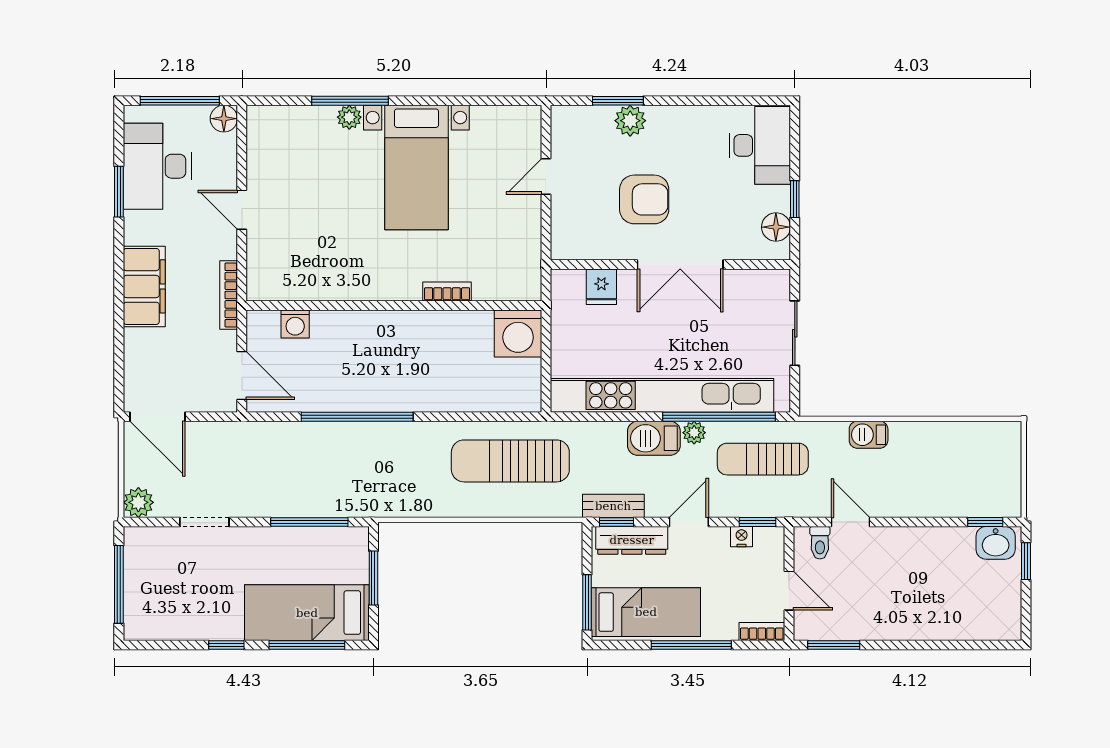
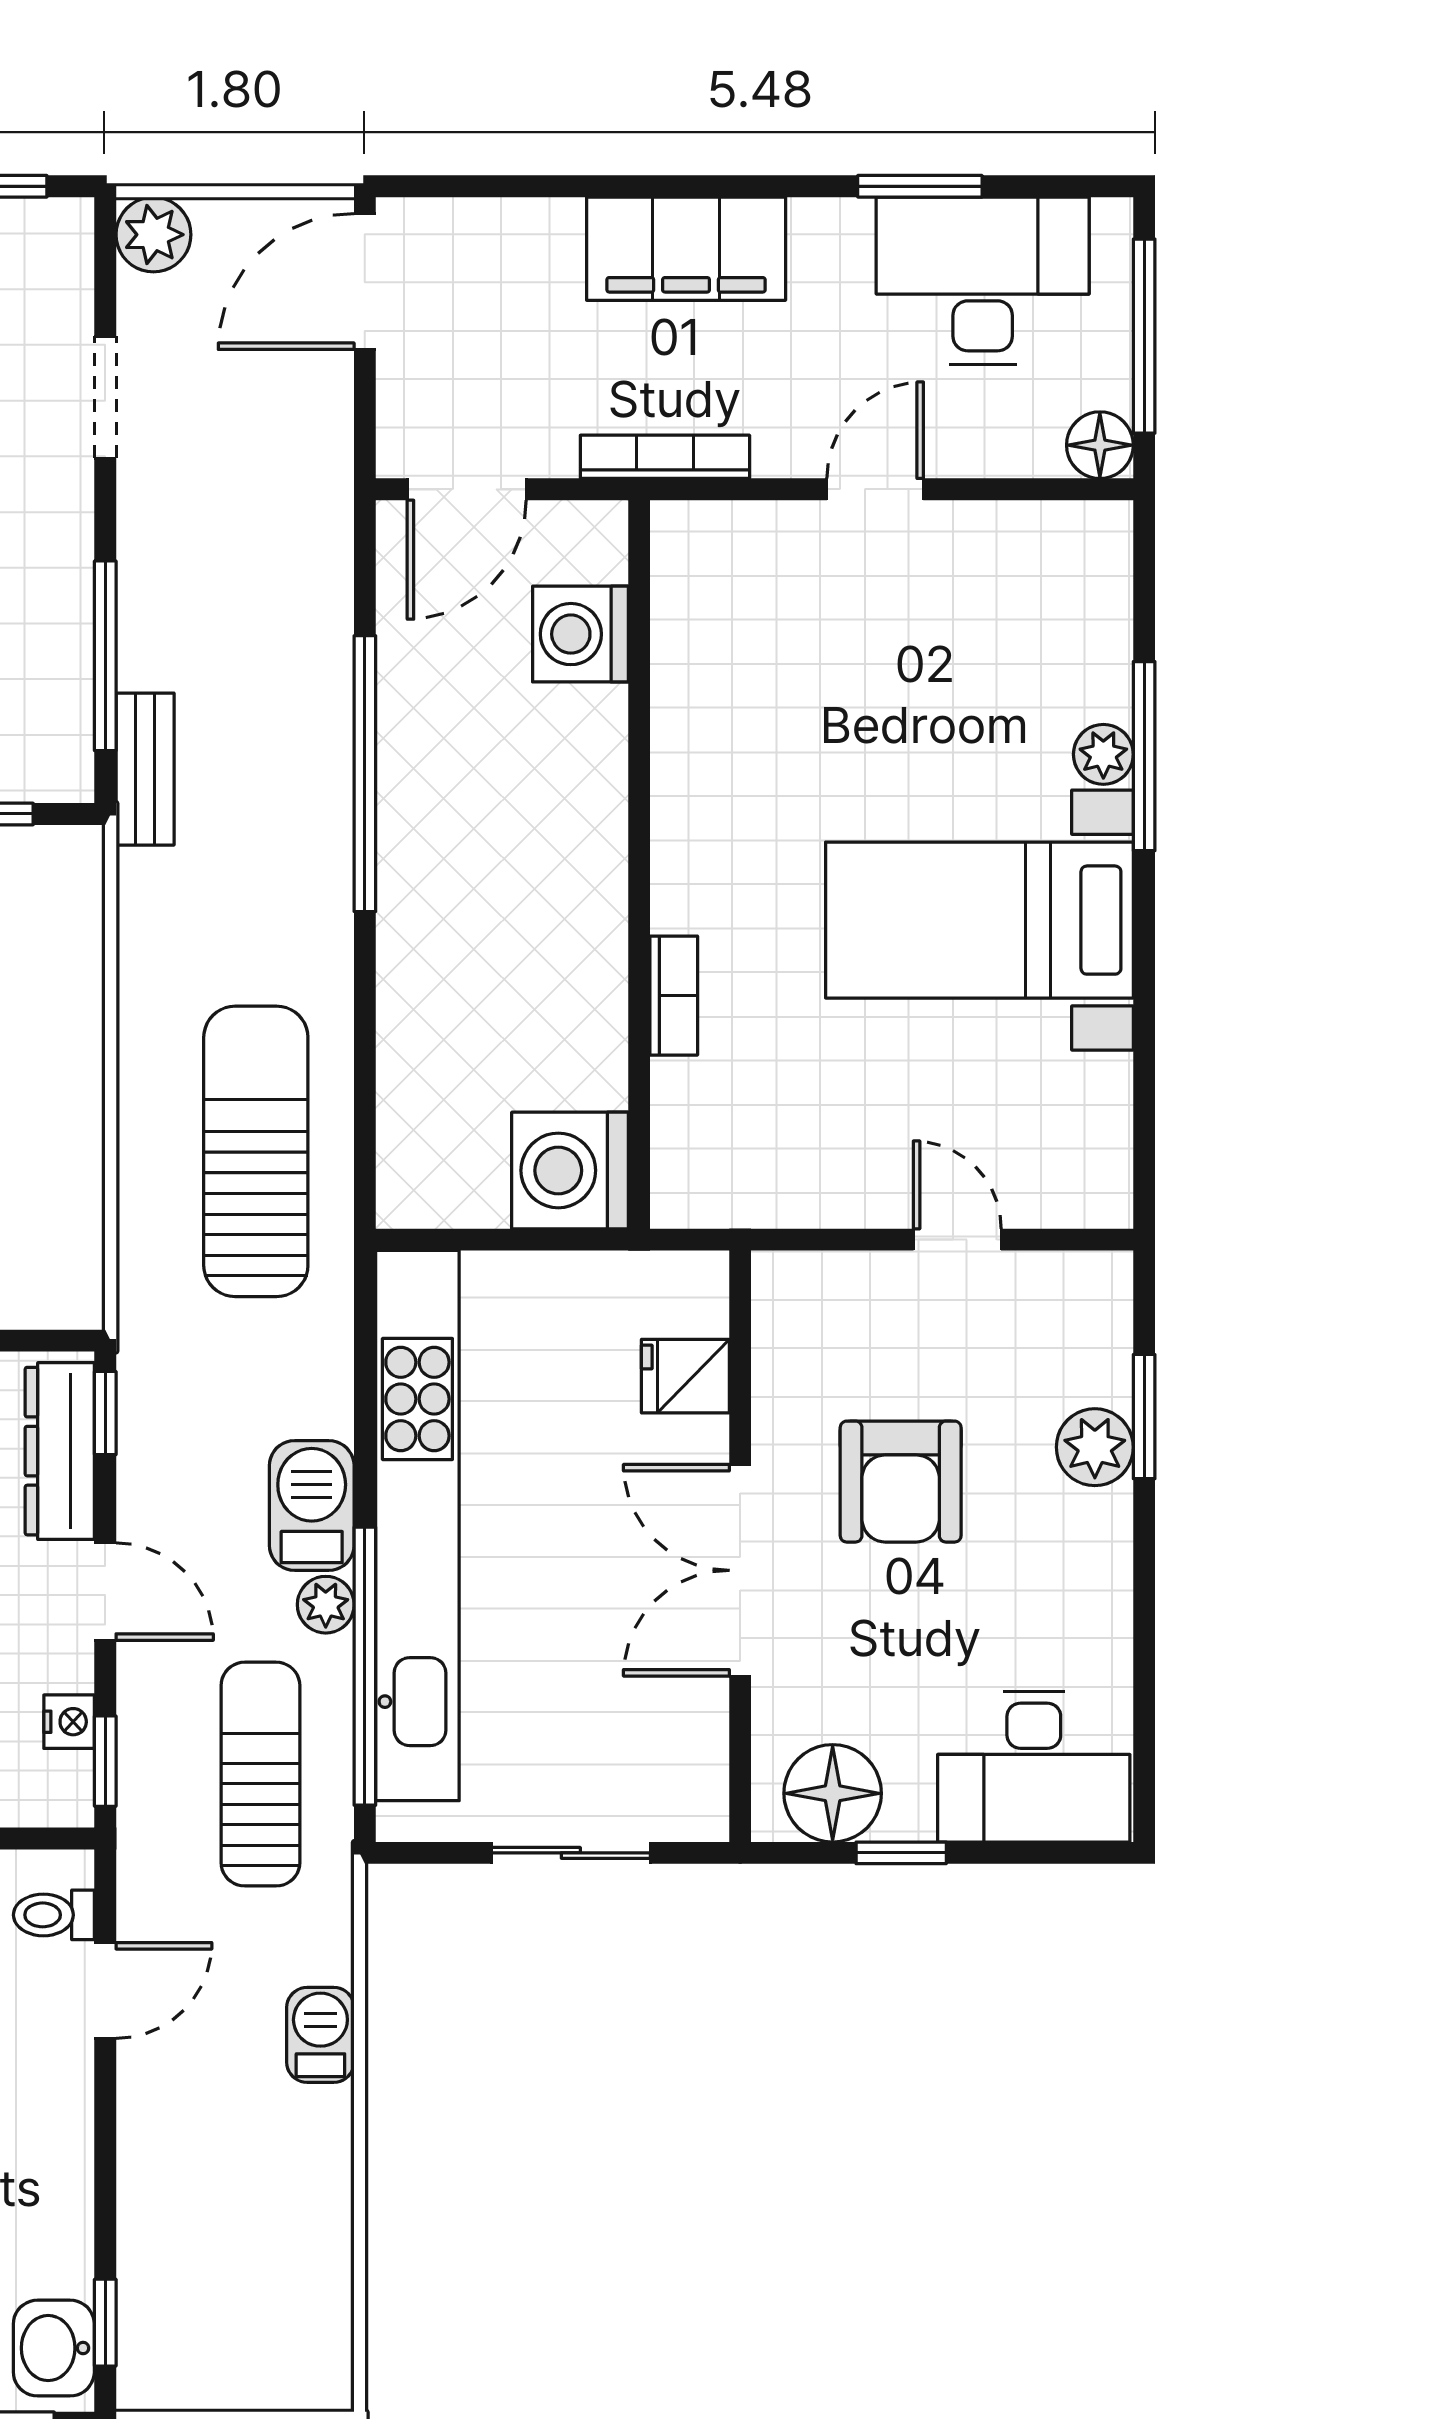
floor lamp: (776, 227) -> (833, 1793), width x1.38, depth x1.38
washing machine: (295, 324) -> (580, 634), width x1.38, depth x1.38
bench: (613, 506) -> (145, 769), moved

